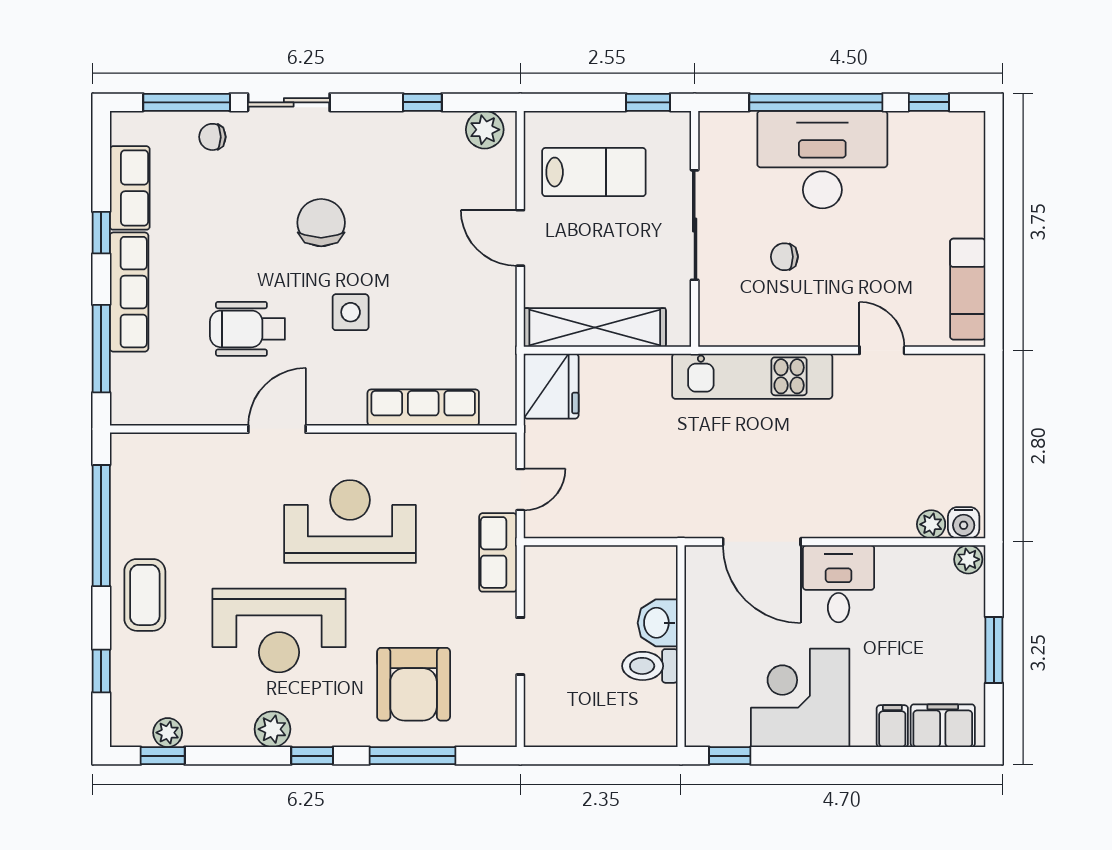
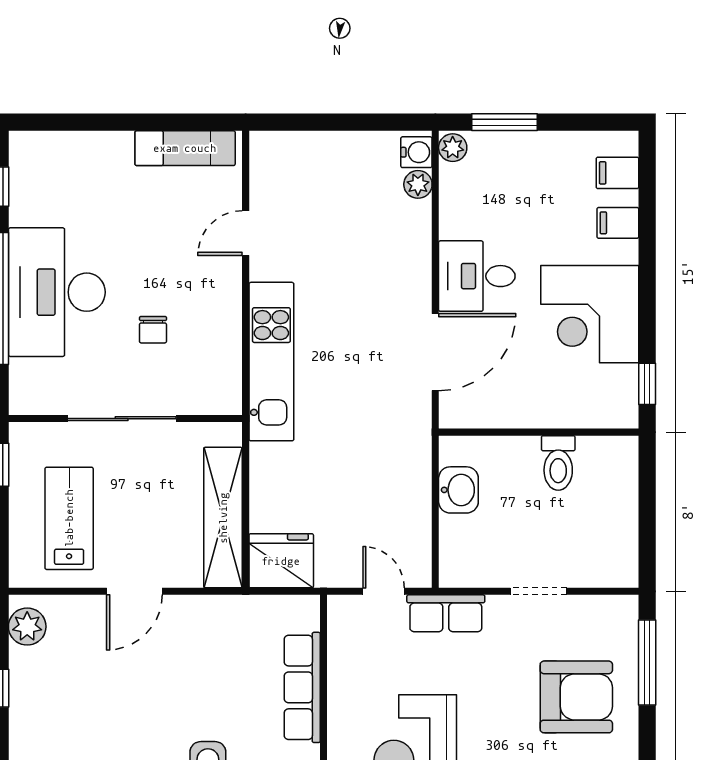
washbasin: (658, 623) -> (458, 490), moved, turned -90
window: (994, 650) -> (505, 122), moved
filing cabinet: (943, 726) -> (617, 173), width x0.50
window: (413, 756) -> (647, 662), moved

